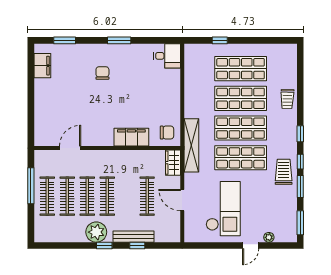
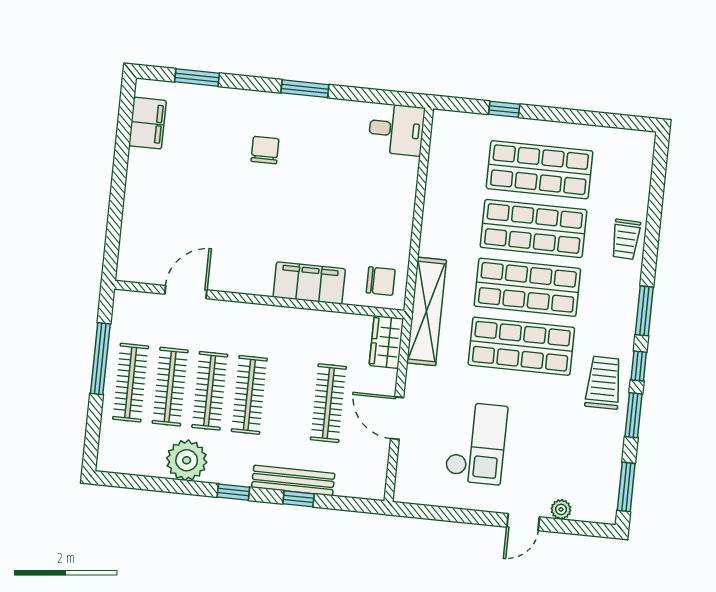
window: (300, 134) -> (644, 311), width x1.50
checkout: (223, 209) -> (476, 443), width x0.73, depth x0.83
plant: (96, 232) -> (187, 460), moved

